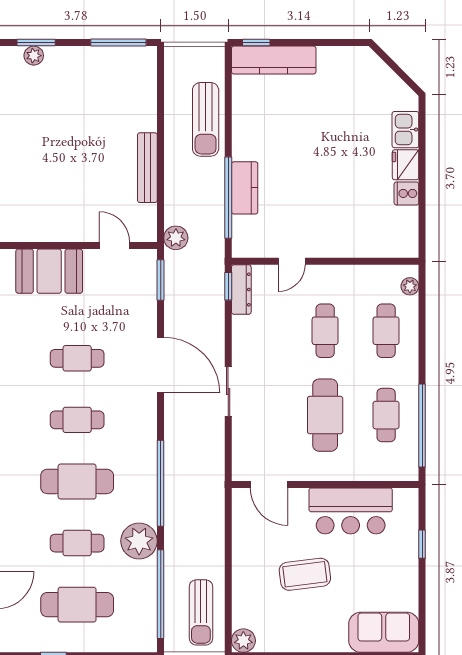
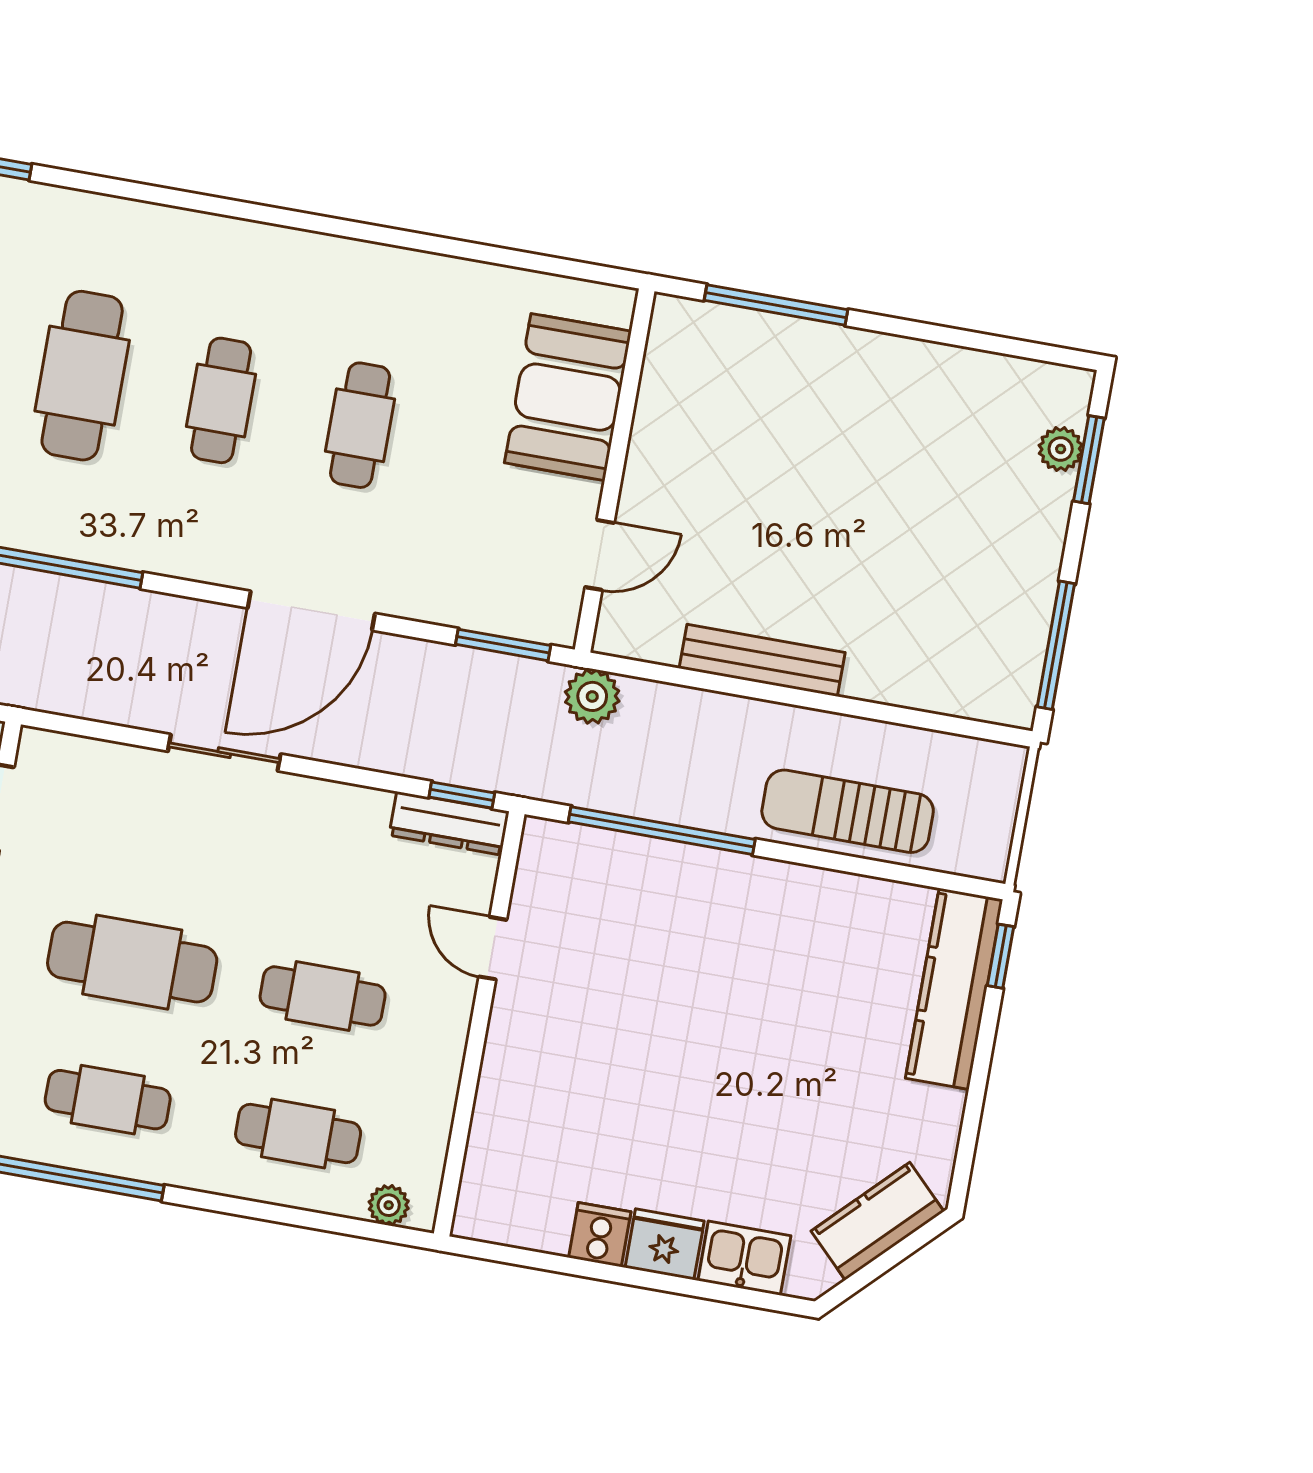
kitchen counter: (245, 188) -> (877, 1221), moved, turned 135

